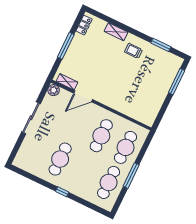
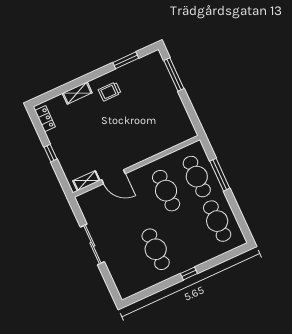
window: (66, 46) -> (51, 153), width x0.46
plant: (54, 90) -> (84, 200), removed
door: (83, 96) -> (113, 177), hinge flipped
window: (131, 176) -> (220, 175), moved

